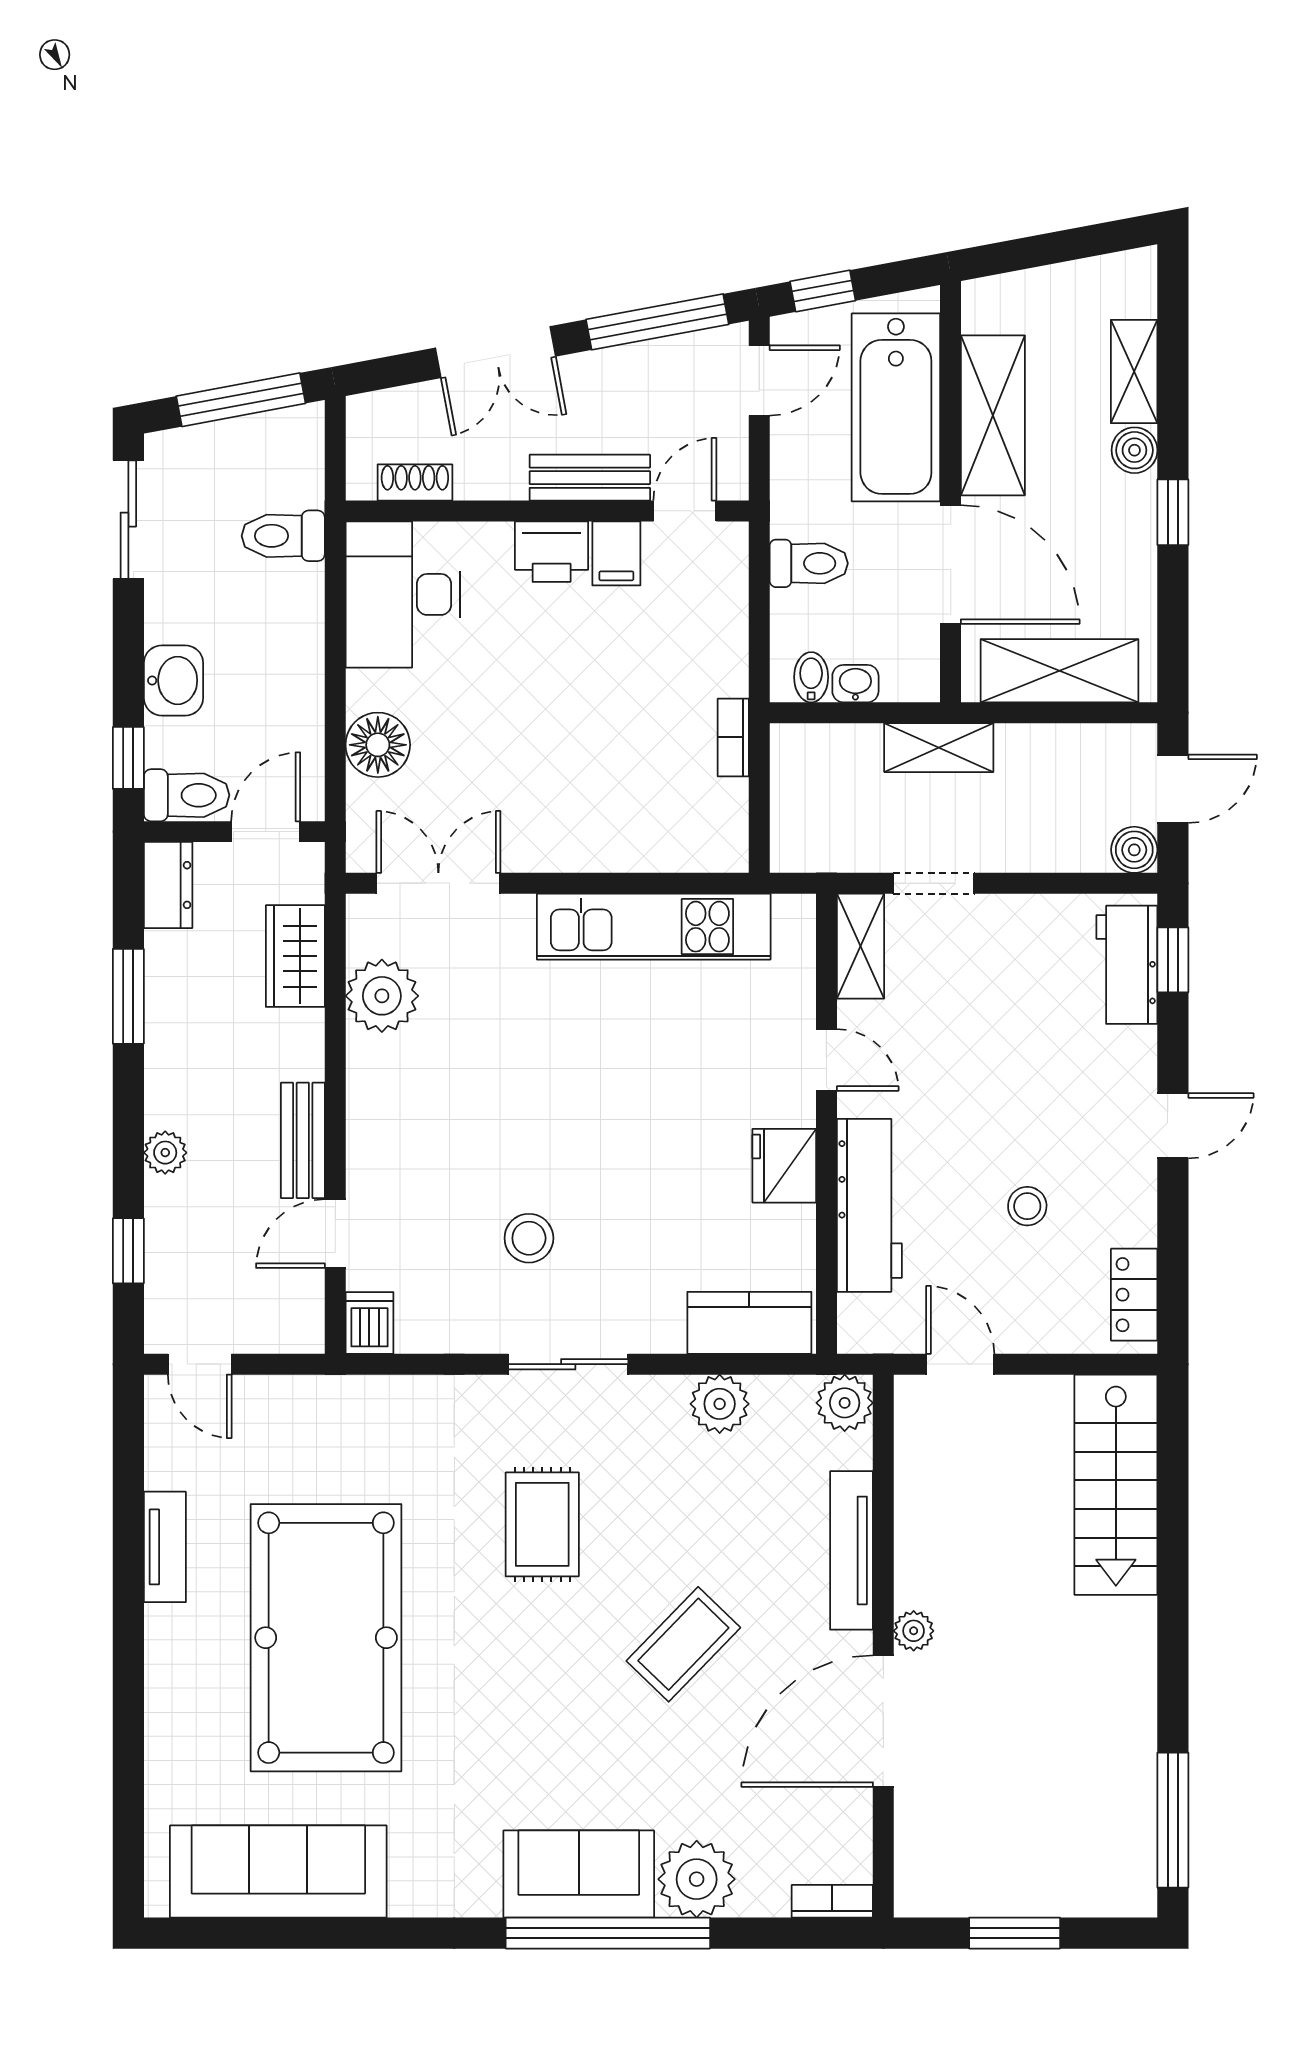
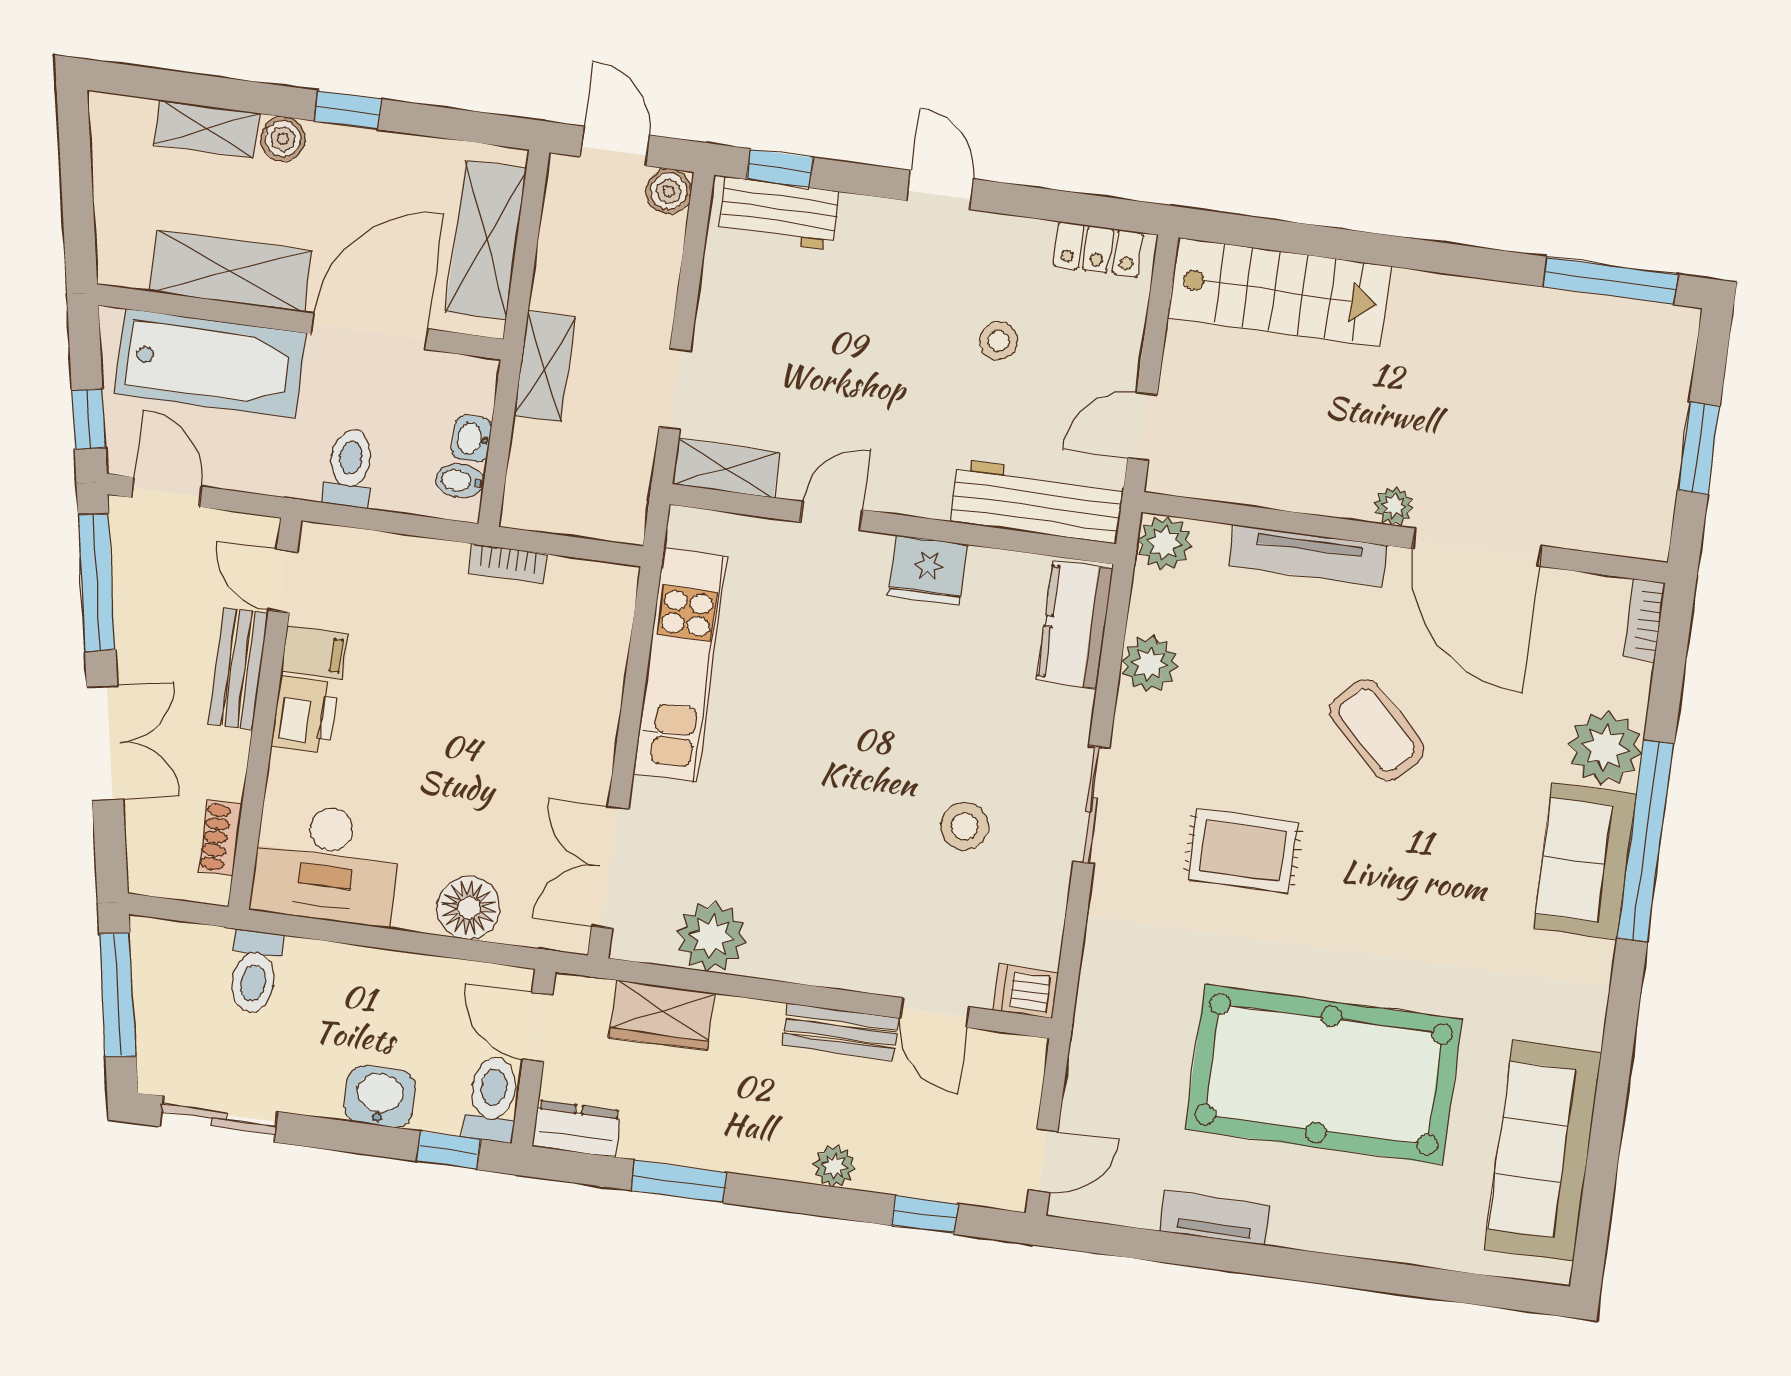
workbench: (869, 1205) -> (1037, 502), moved

